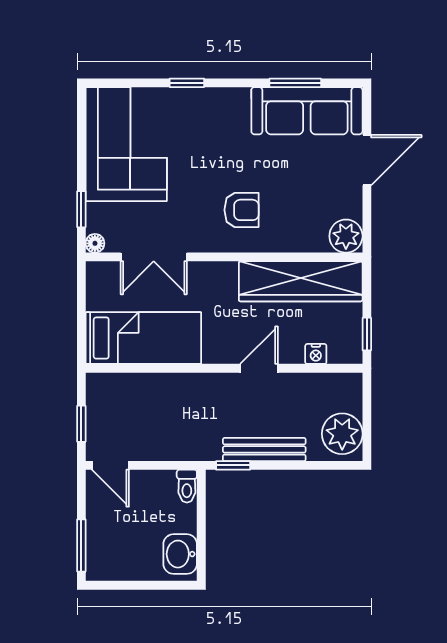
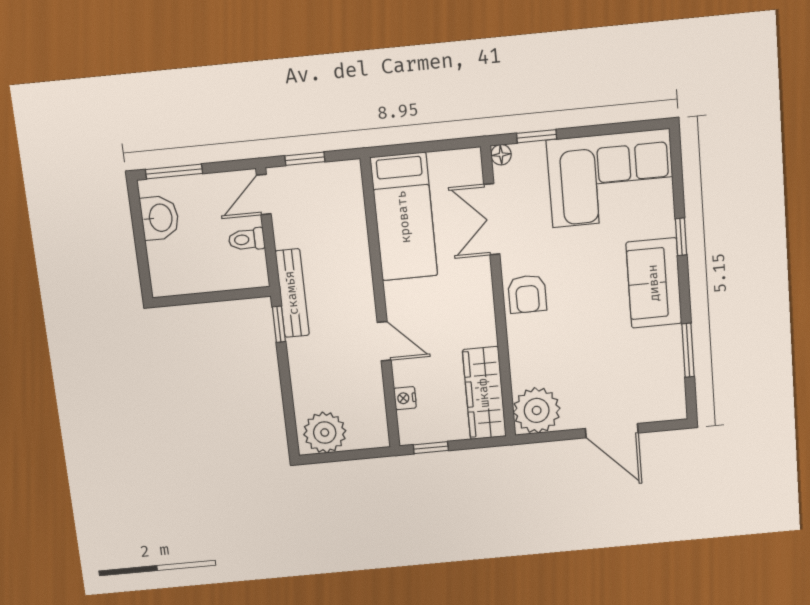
sofa: (307, 111) -> (654, 283), moved, width x0.73
armchair: (242, 210) -> (527, 294), moved
plant: (346, 236) -> (537, 410), width x1.36, depth x1.36
wardrobe: (301, 281) -> (484, 393), width x0.71, depth x0.85
bench: (264, 449) -> (292, 293), moved
toilet: (187, 486) -> (247, 239), moved
washbasin: (180, 554) -> (160, 218), moved, turned 90

